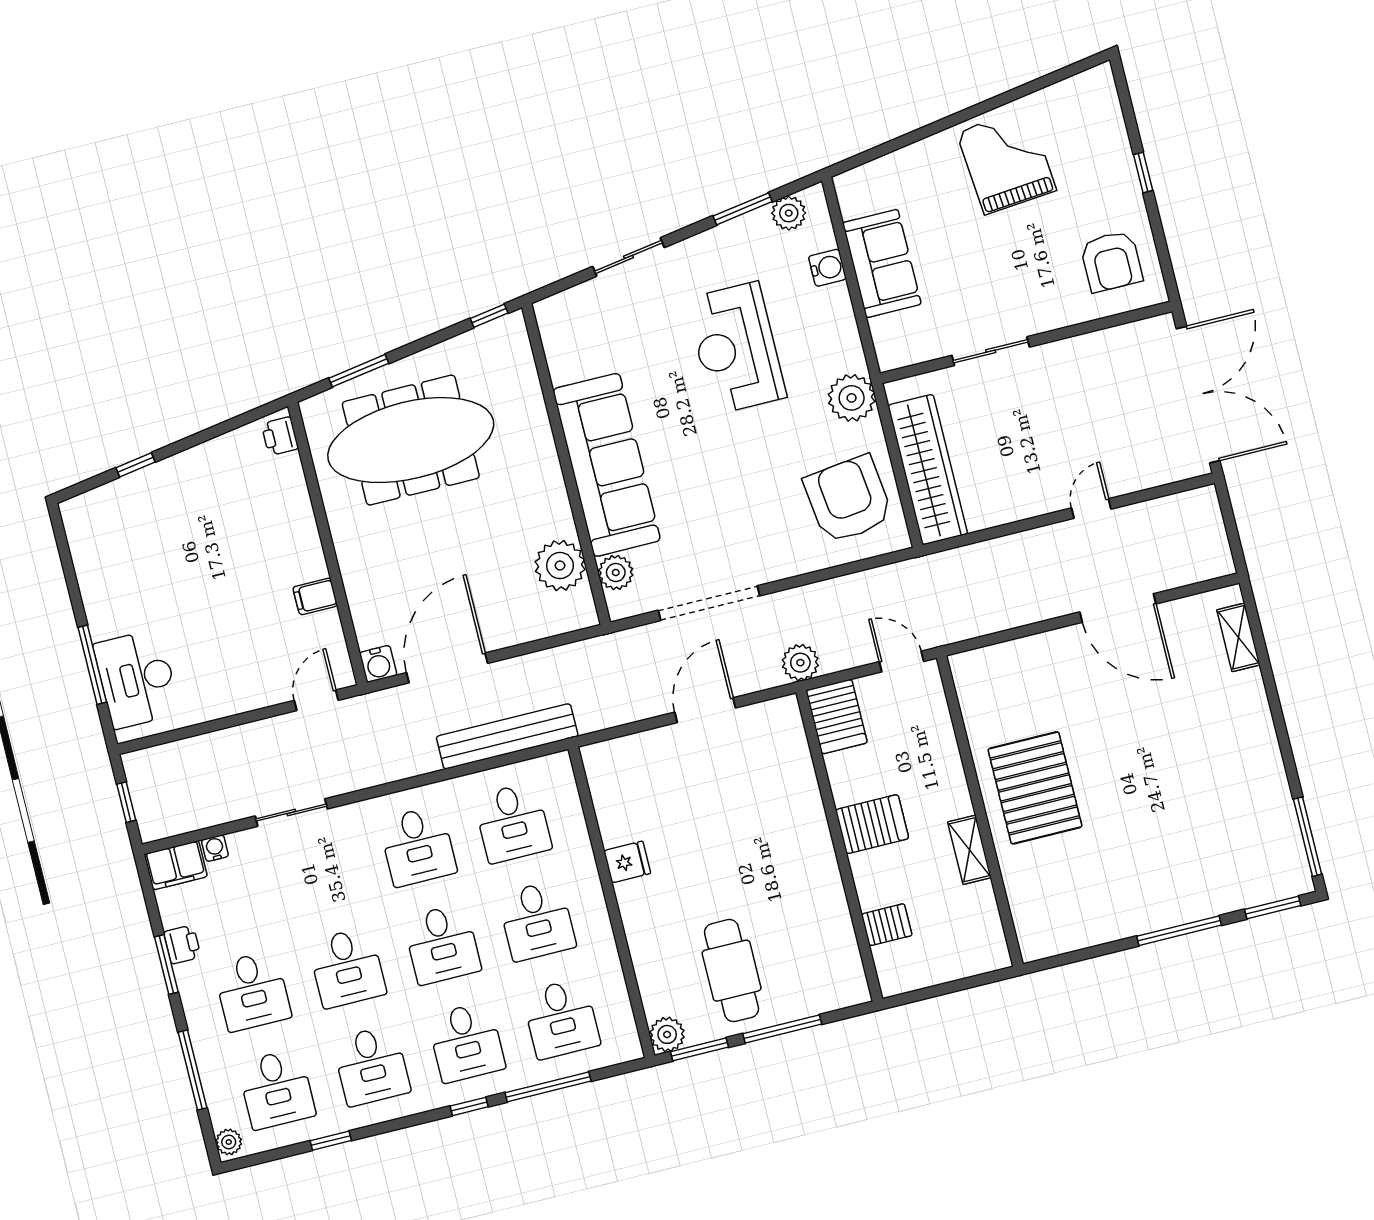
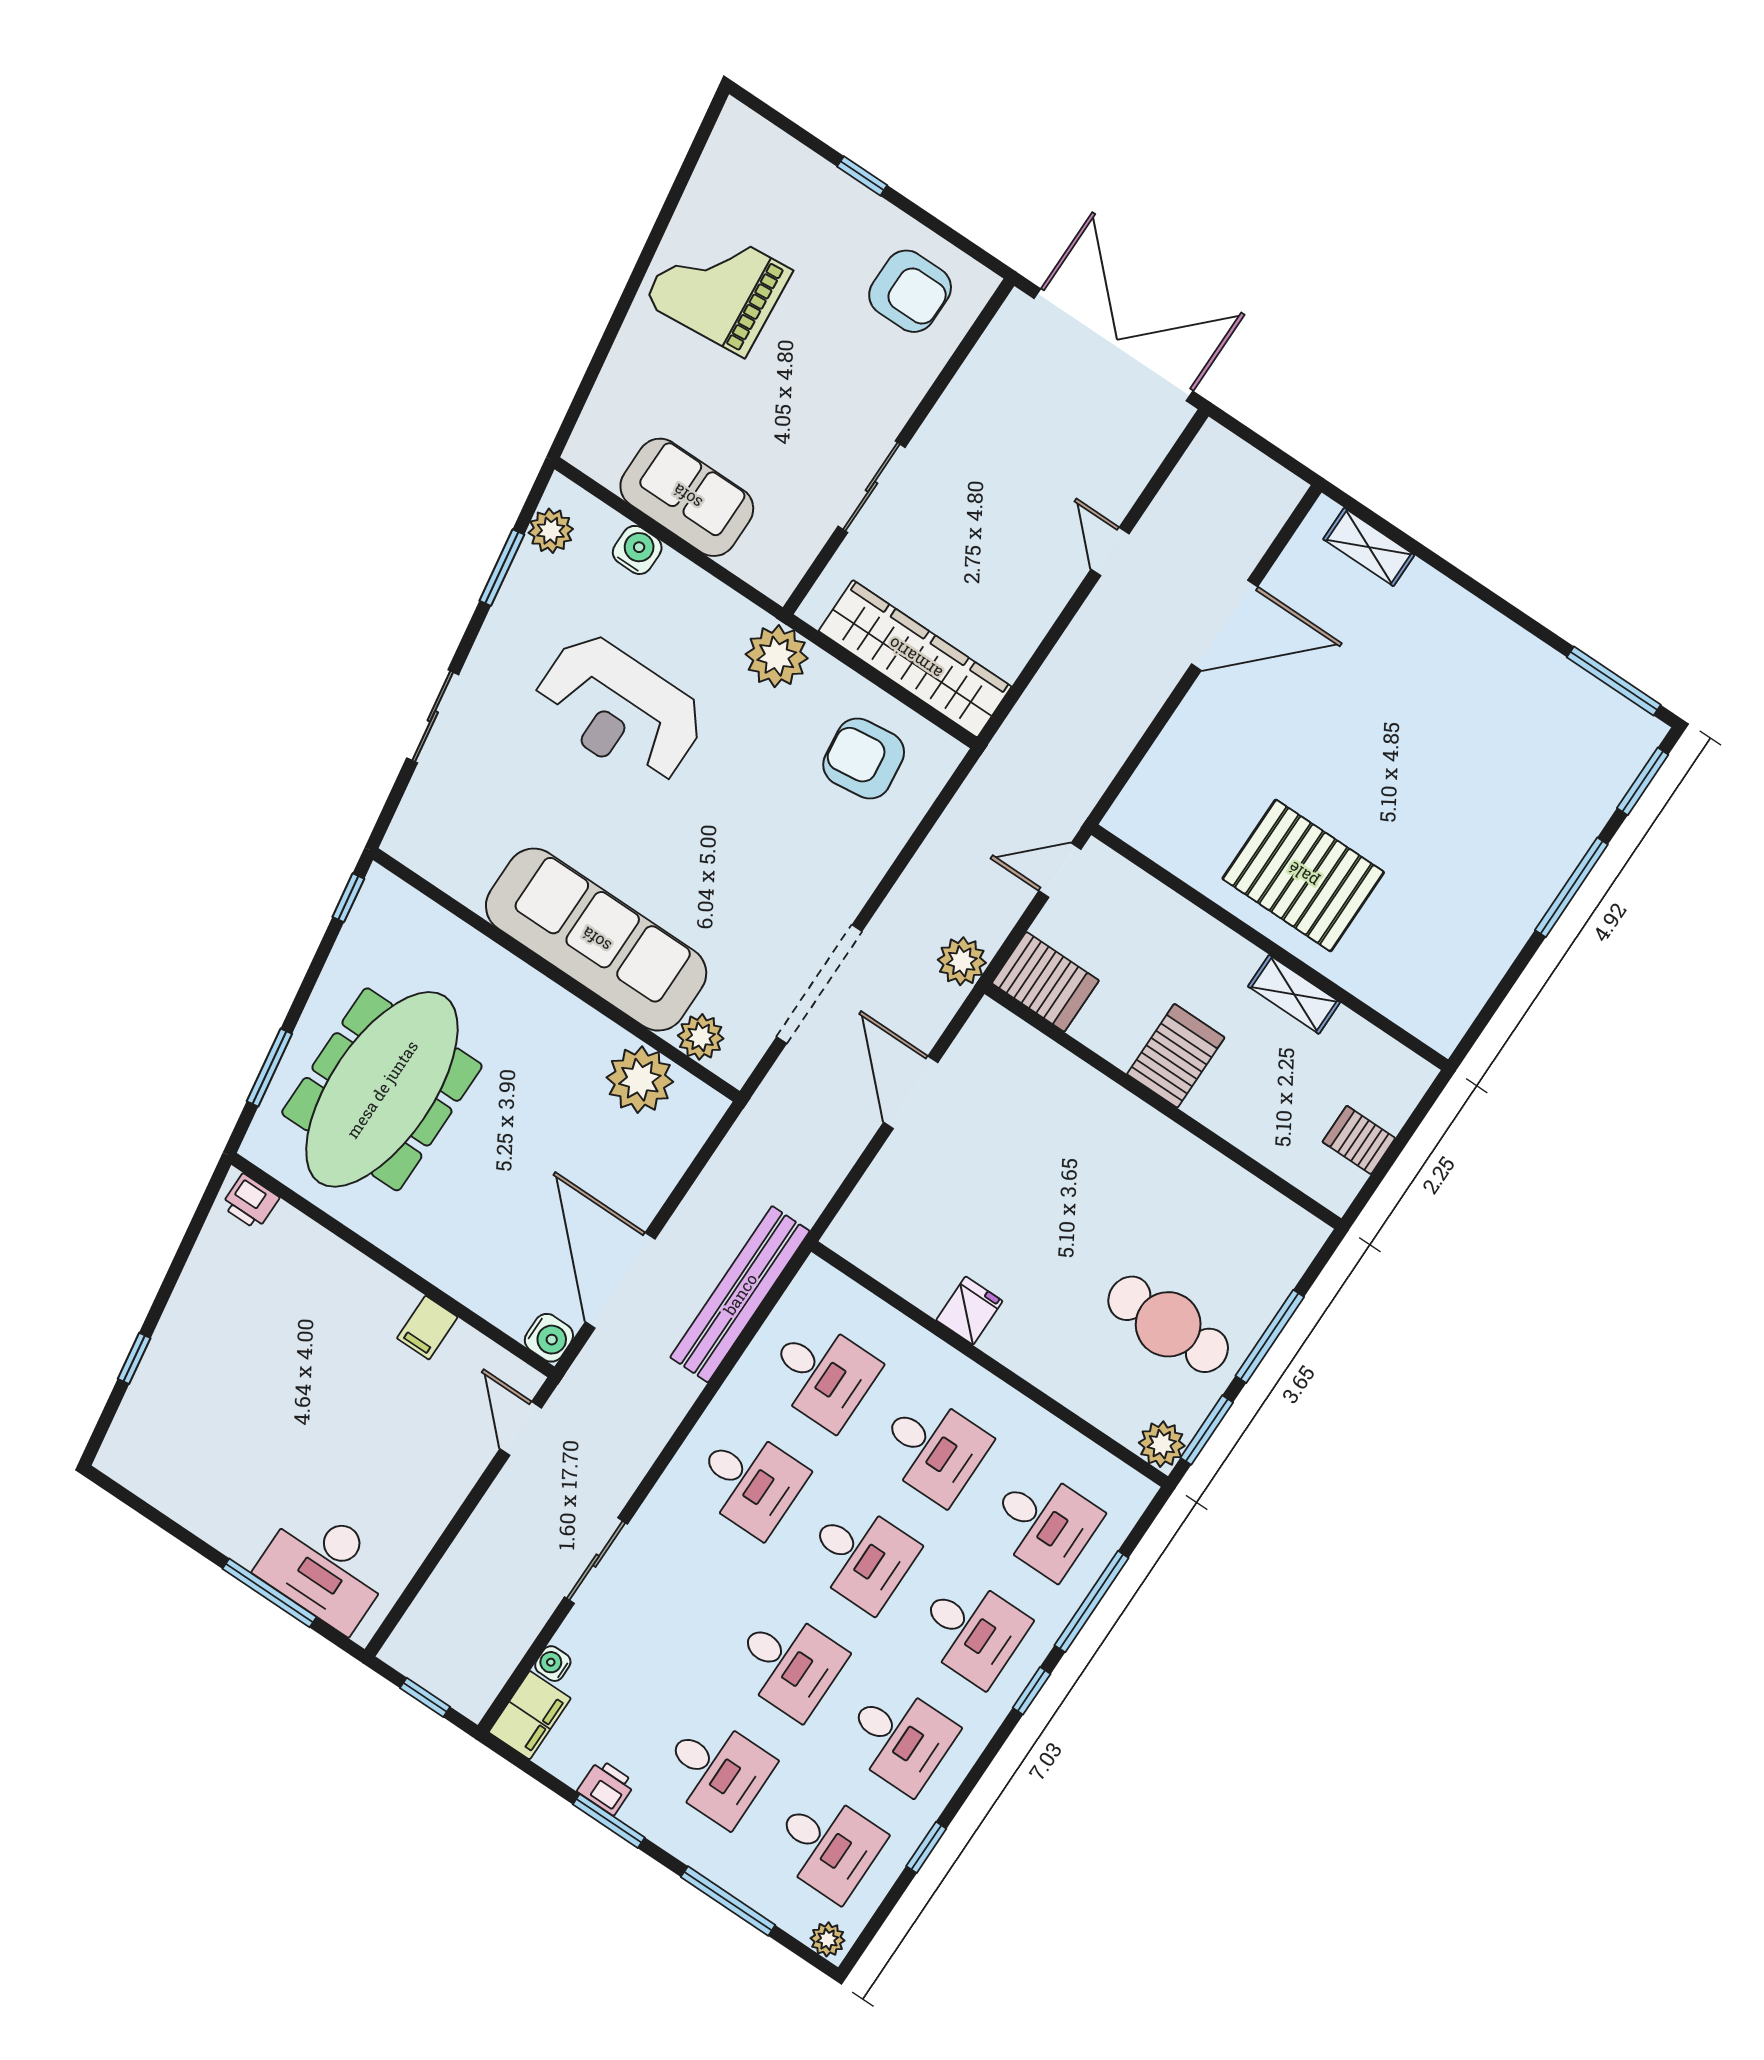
armchair: (848, 499) -> (864, 758), width x0.73, depth x0.73
server rack: (887, 925) -> (1359, 1140), moved, turned -90

